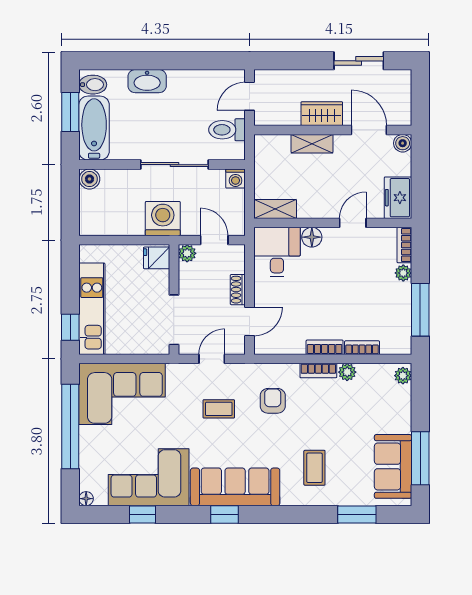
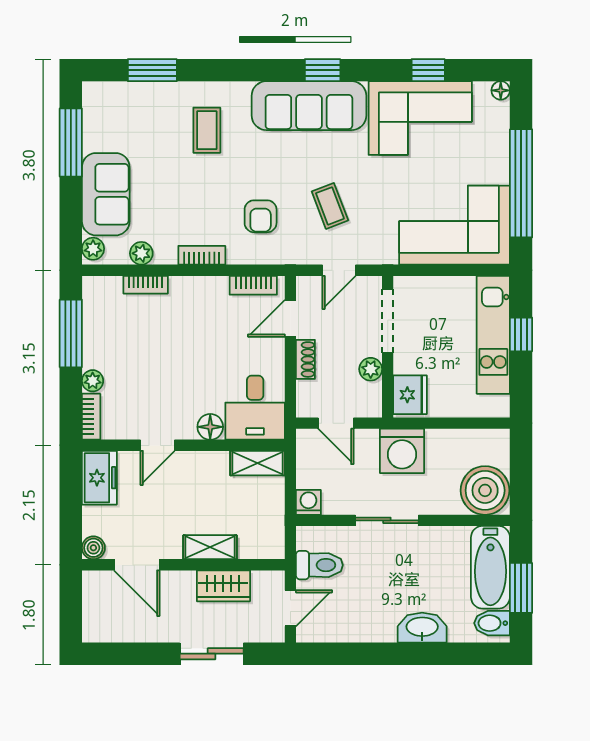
sliding door: (359, 61) -> (212, 654), moved
wardrobe: (322, 114) -> (223, 586), moved
sliding door: (175, 165) -> (387, 520), width x0.73
boiler: (89, 179) -> (485, 490), width x1.86, depth x1.86
plant: (187, 253) -> (371, 369), moved
fridge: (157, 258) -> (410, 395), width x1.38
window: (70, 327) -> (521, 334), moved
bookcase: (325, 347) -> (253, 285), moved
plant: (347, 372) -> (141, 253), moved
coffee table: (219, 409) -> (330, 206), turned 69
sofa: (393, 466) -> (106, 194), moved

